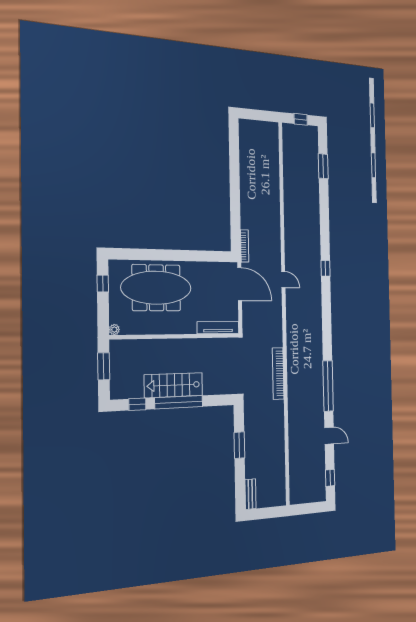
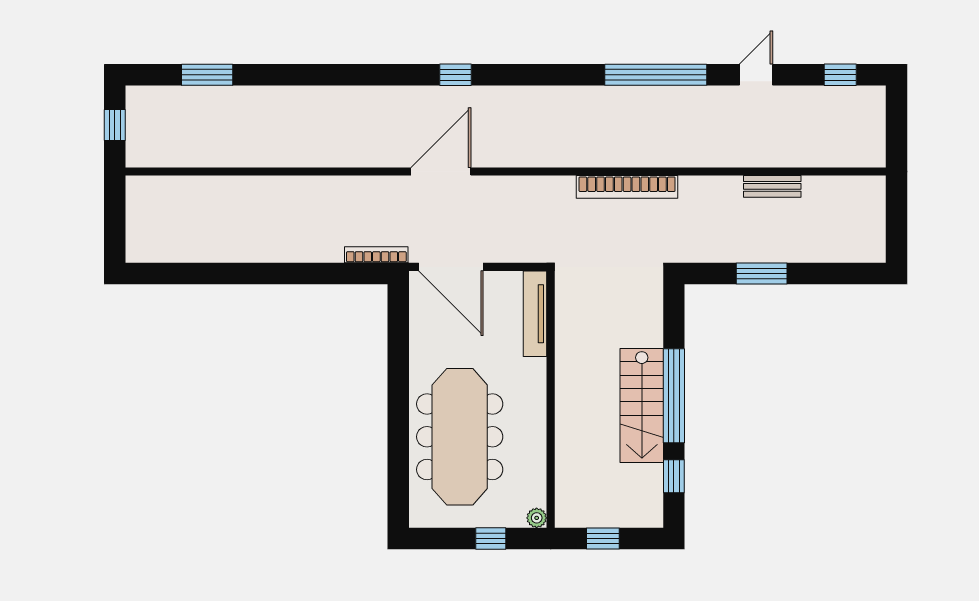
window: (325, 268) -> (455, 75), moved
door: (283, 279) -> (441, 171), width x1.88
window: (103, 284) -> (491, 538), moved
door: (240, 284) -> (451, 267), swing flipped
window: (104, 366) -> (603, 538), width x0.67
bench: (250, 494) -> (772, 186), moved

